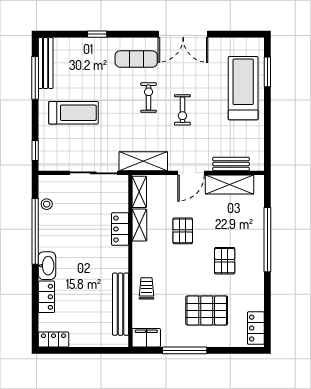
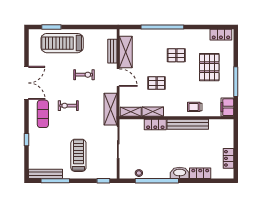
exercise bike: (182, 110) -> (84, 75), moved
bench: (121, 304) -> (188, 124), moved
locker: (53, 340) -> (228, 158), moved

